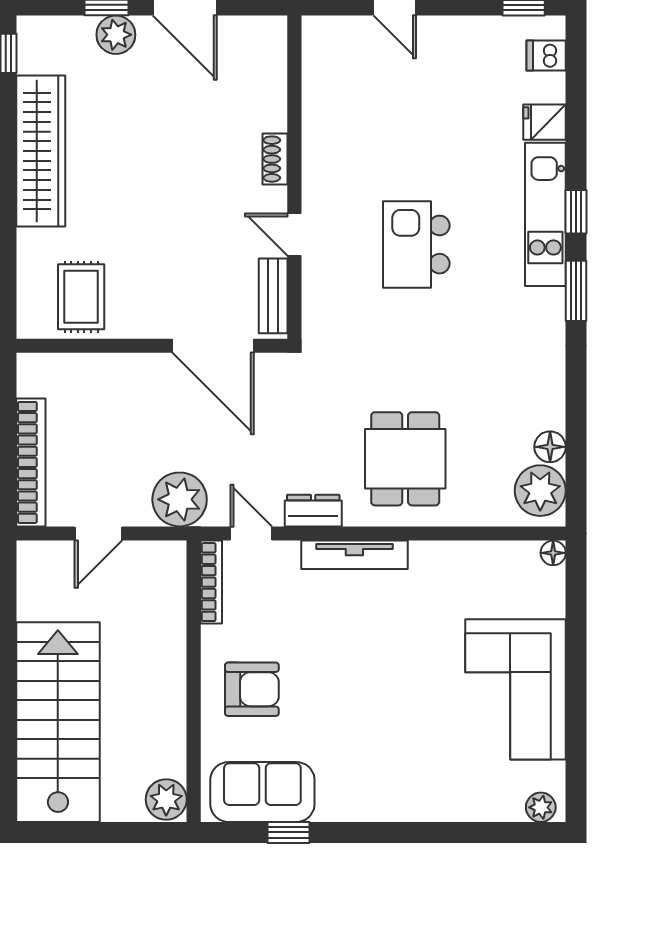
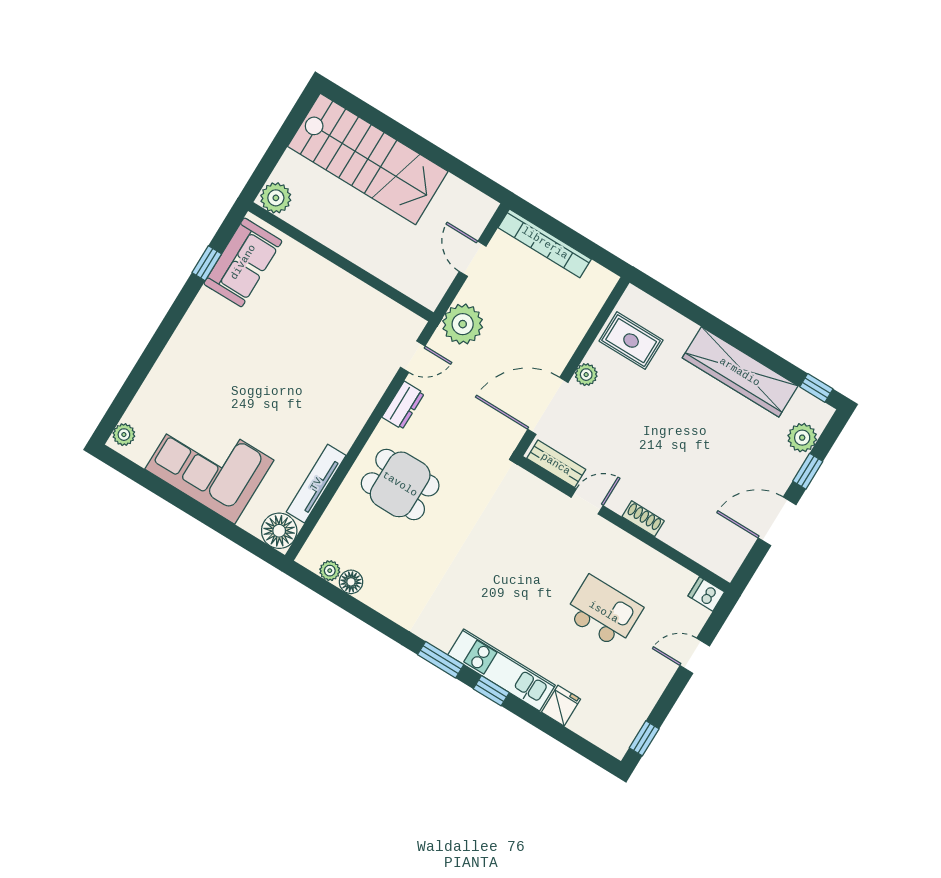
plant: (116, 35) -> (802, 438), moved
dishwasher: (546, 55) -> (706, 594), moved, turned -90
kitchen island: (416, 245) -> (604, 612), moved
plant: (151, 324) -> (586, 375), added
plant: (540, 491) -> (330, 571), width x0.53, depth x0.53
floor lamp: (553, 553) -> (279, 531), width x1.89, depth x1.89
tv unit: (354, 555) -> (316, 484), moved
bookcase: (211, 582) -> (397, 312), removed
armchair: (252, 689) -> (313, 296), removed

